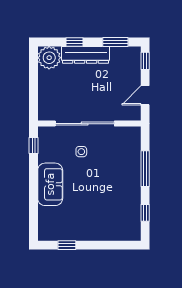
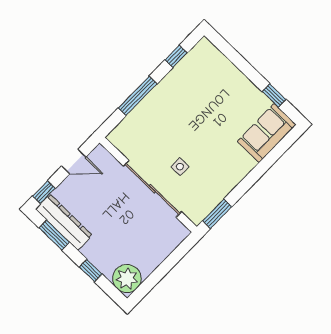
dresser: (86, 55) -> (64, 222), moved
window: (34, 145) -> (217, 214), width x1.50
sofa: (50, 184) -> (267, 133), moved

